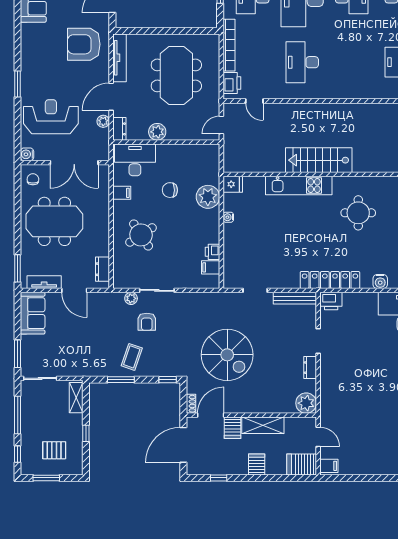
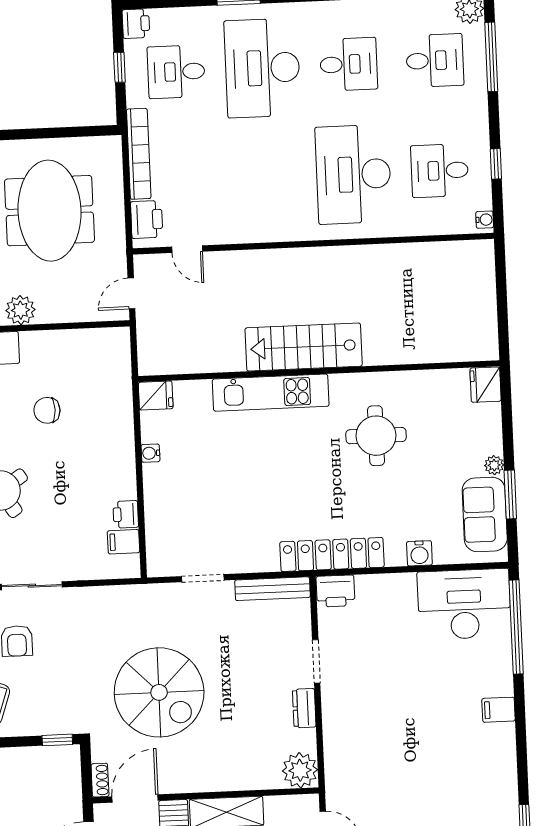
desk: (302, 62) -> (353, 174), moved, width x1.36, depth x1.30
plant: (208, 197) -> (114, 419), removed

